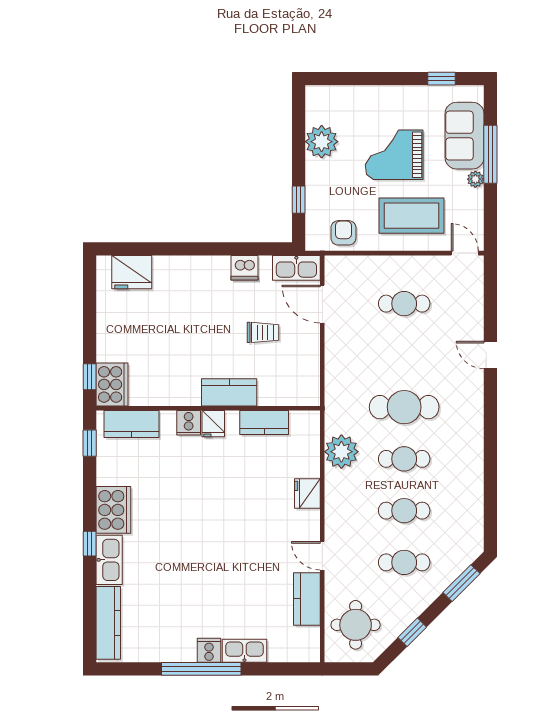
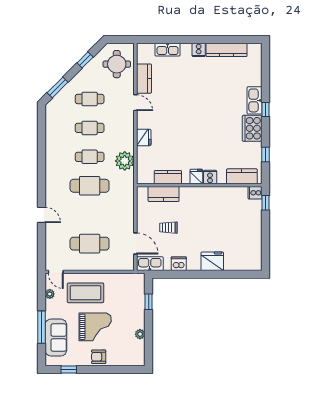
plant: (322, 142) -> (140, 334), width x0.53, depth x0.53
plant: (475, 179) -> (50, 294), moved
armchair: (343, 233) -> (99, 357), moved, turned 90
fridge: (132, 272) -> (212, 261), moved
cafe table: (404, 304) -> (90, 244), width x1.37, depth x1.35
cooker: (112, 384) -> (255, 193), width x0.53, depth x0.76
kitchen counter: (229, 392) -> (164, 194), moved
window: (90, 443) -> (265, 154), moved
kitchen counter: (108, 623) -> (227, 50), moved, turned -90
kitchen sink: (244, 651) -> (168, 50), moved
window: (201, 669) -> (203, 39), removed

